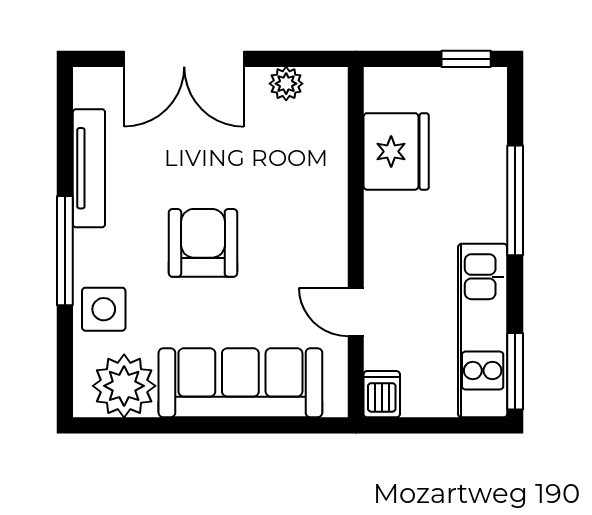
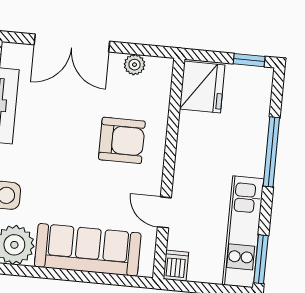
fridge: (396, 151) -> (202, 87), moved
armchair: (203, 243) -> (122, 140), moved, turned 90

